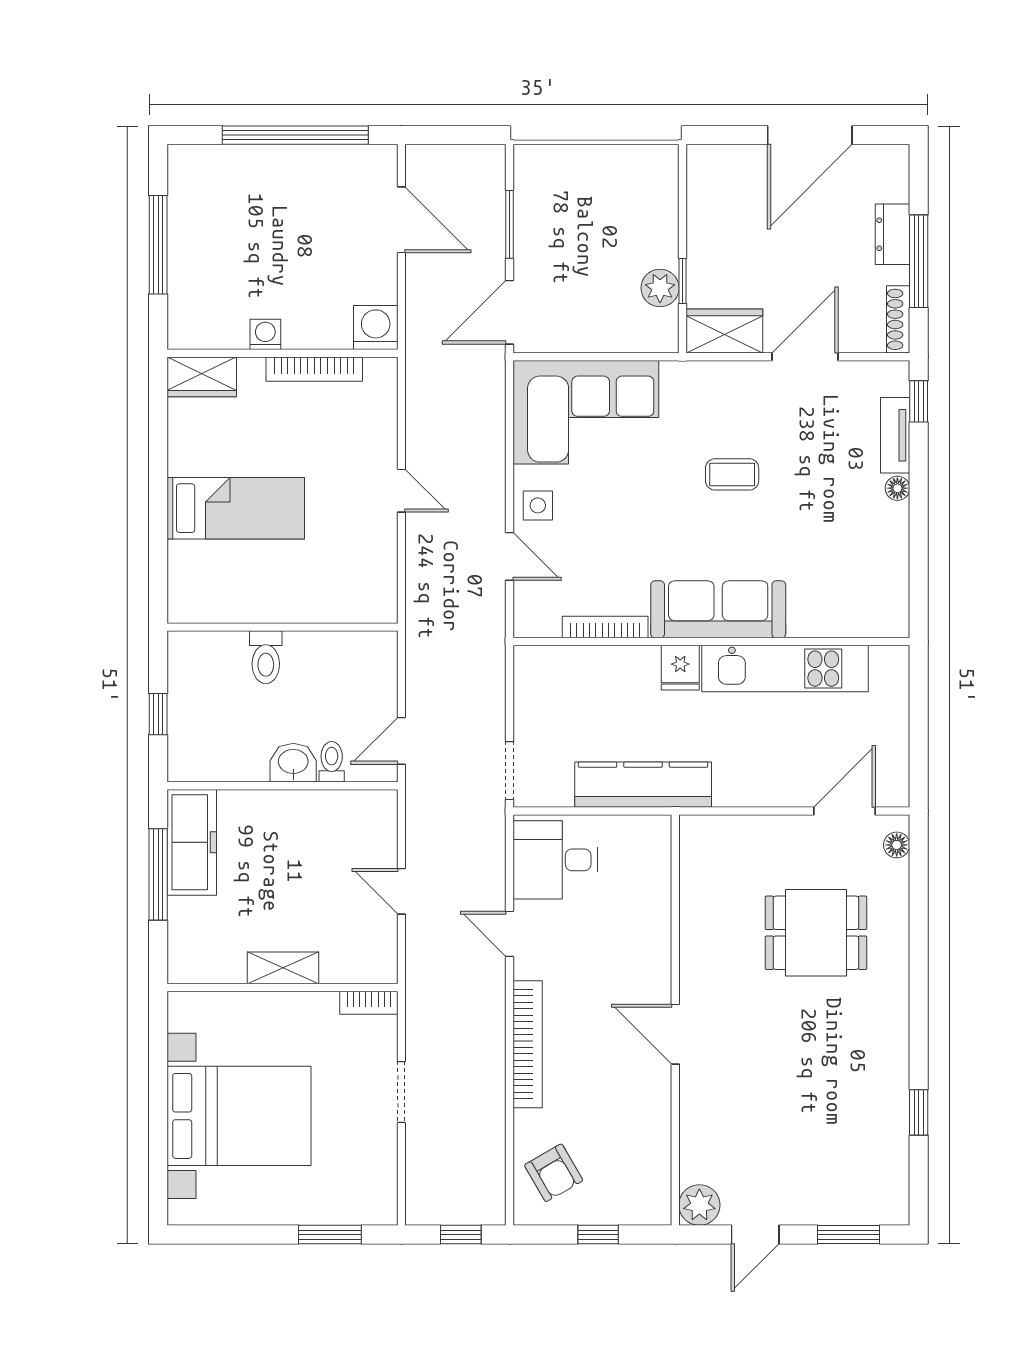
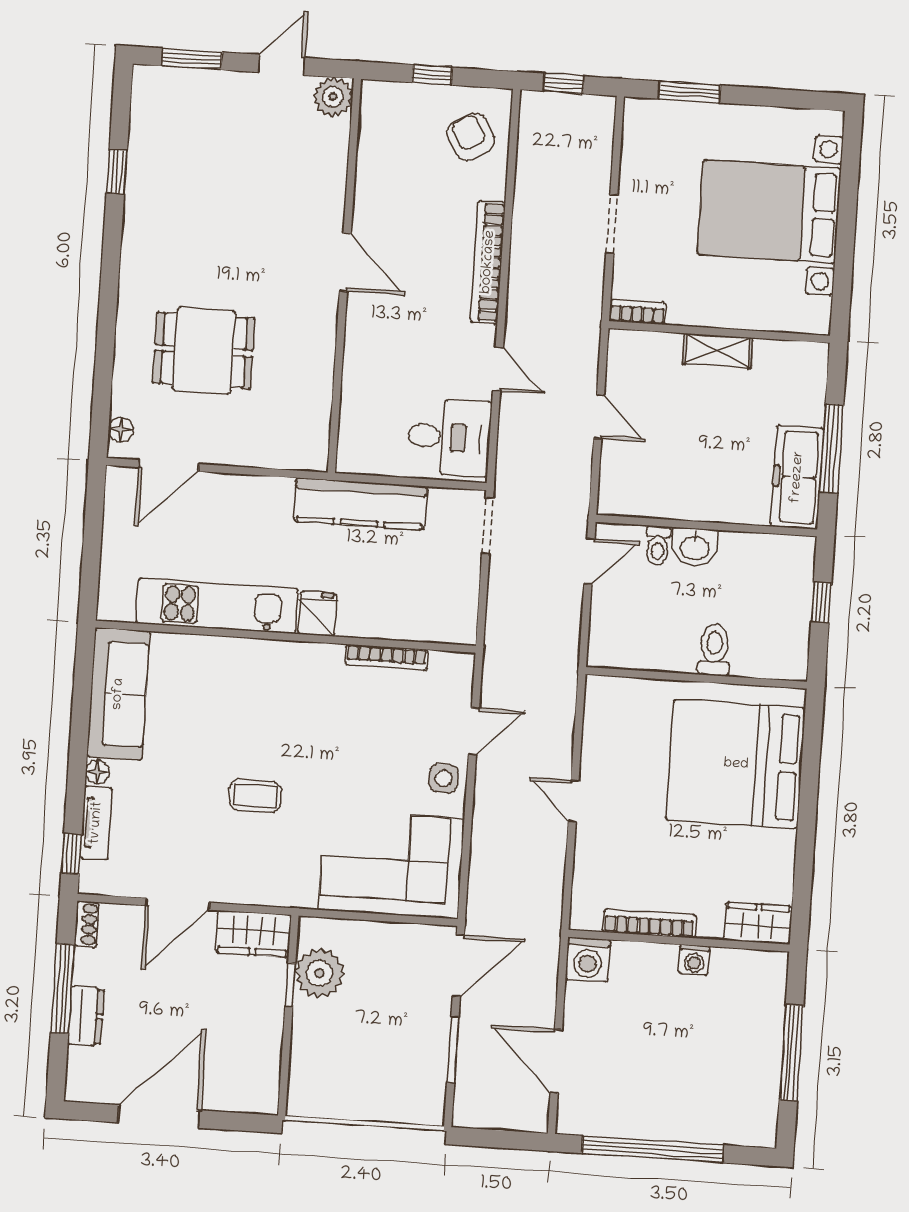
plant: (660, 288) -> (319, 973), width x1.36, depth x1.36
shoe rack: (898, 319) -> (87, 924), width x0.70
bed: (236, 508) -> (736, 764), width x2.04
door: (510, 556) -> (474, 731), swing flipped
sofa: (718, 609) -> (118, 694), moved, turned -90

